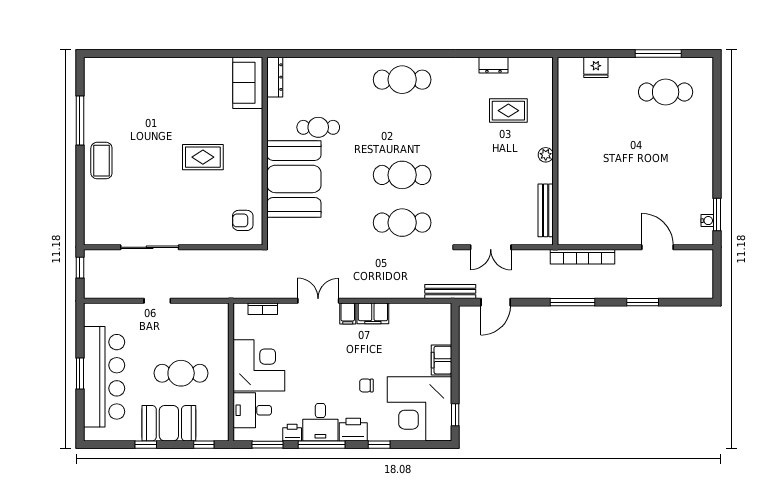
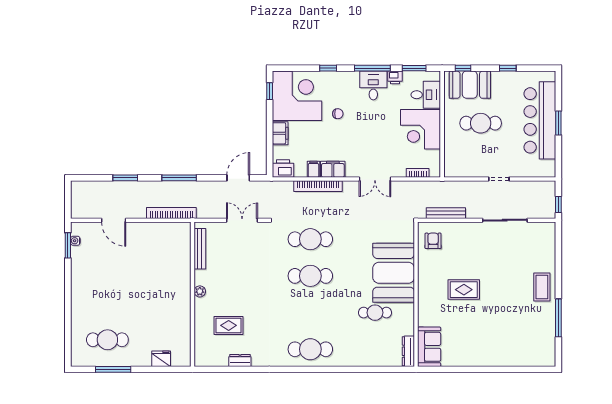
armchair: (243, 220) -> (433, 241), turned -90
bookcase: (392, 291) -> (318, 186), added
bench: (450, 291) -> (446, 213), moved
filing cabinet: (348, 313) -> (313, 169), moved
booth: (169, 423) -> (470, 85), moved
printer: (353, 430) -> (283, 168), moved, turned 180

